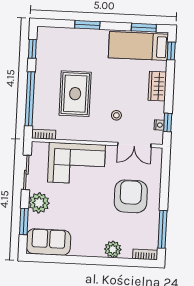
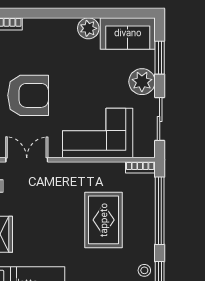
stool: (116, 115) -> (144, 270), moved
armchair: (131, 196) -> (28, 95), turned -90
plant: (113, 249) -> (88, 28), moved

